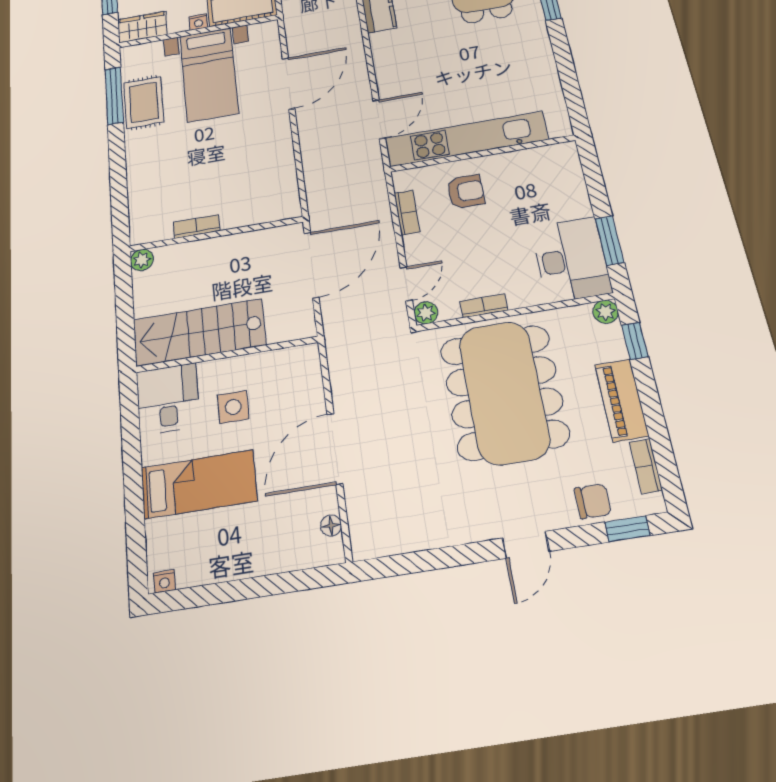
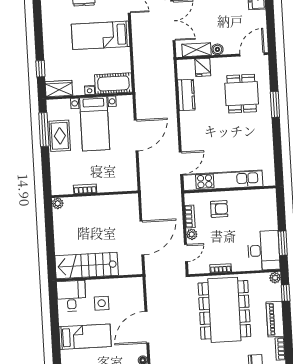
bookcase: (197, 226) -> (85, 189), moved
wall: (216, 234) -> (95, 194), moved
plant: (142, 260) -> (58, 203), moved
plant: (426, 313) -> (192, 234), moved

